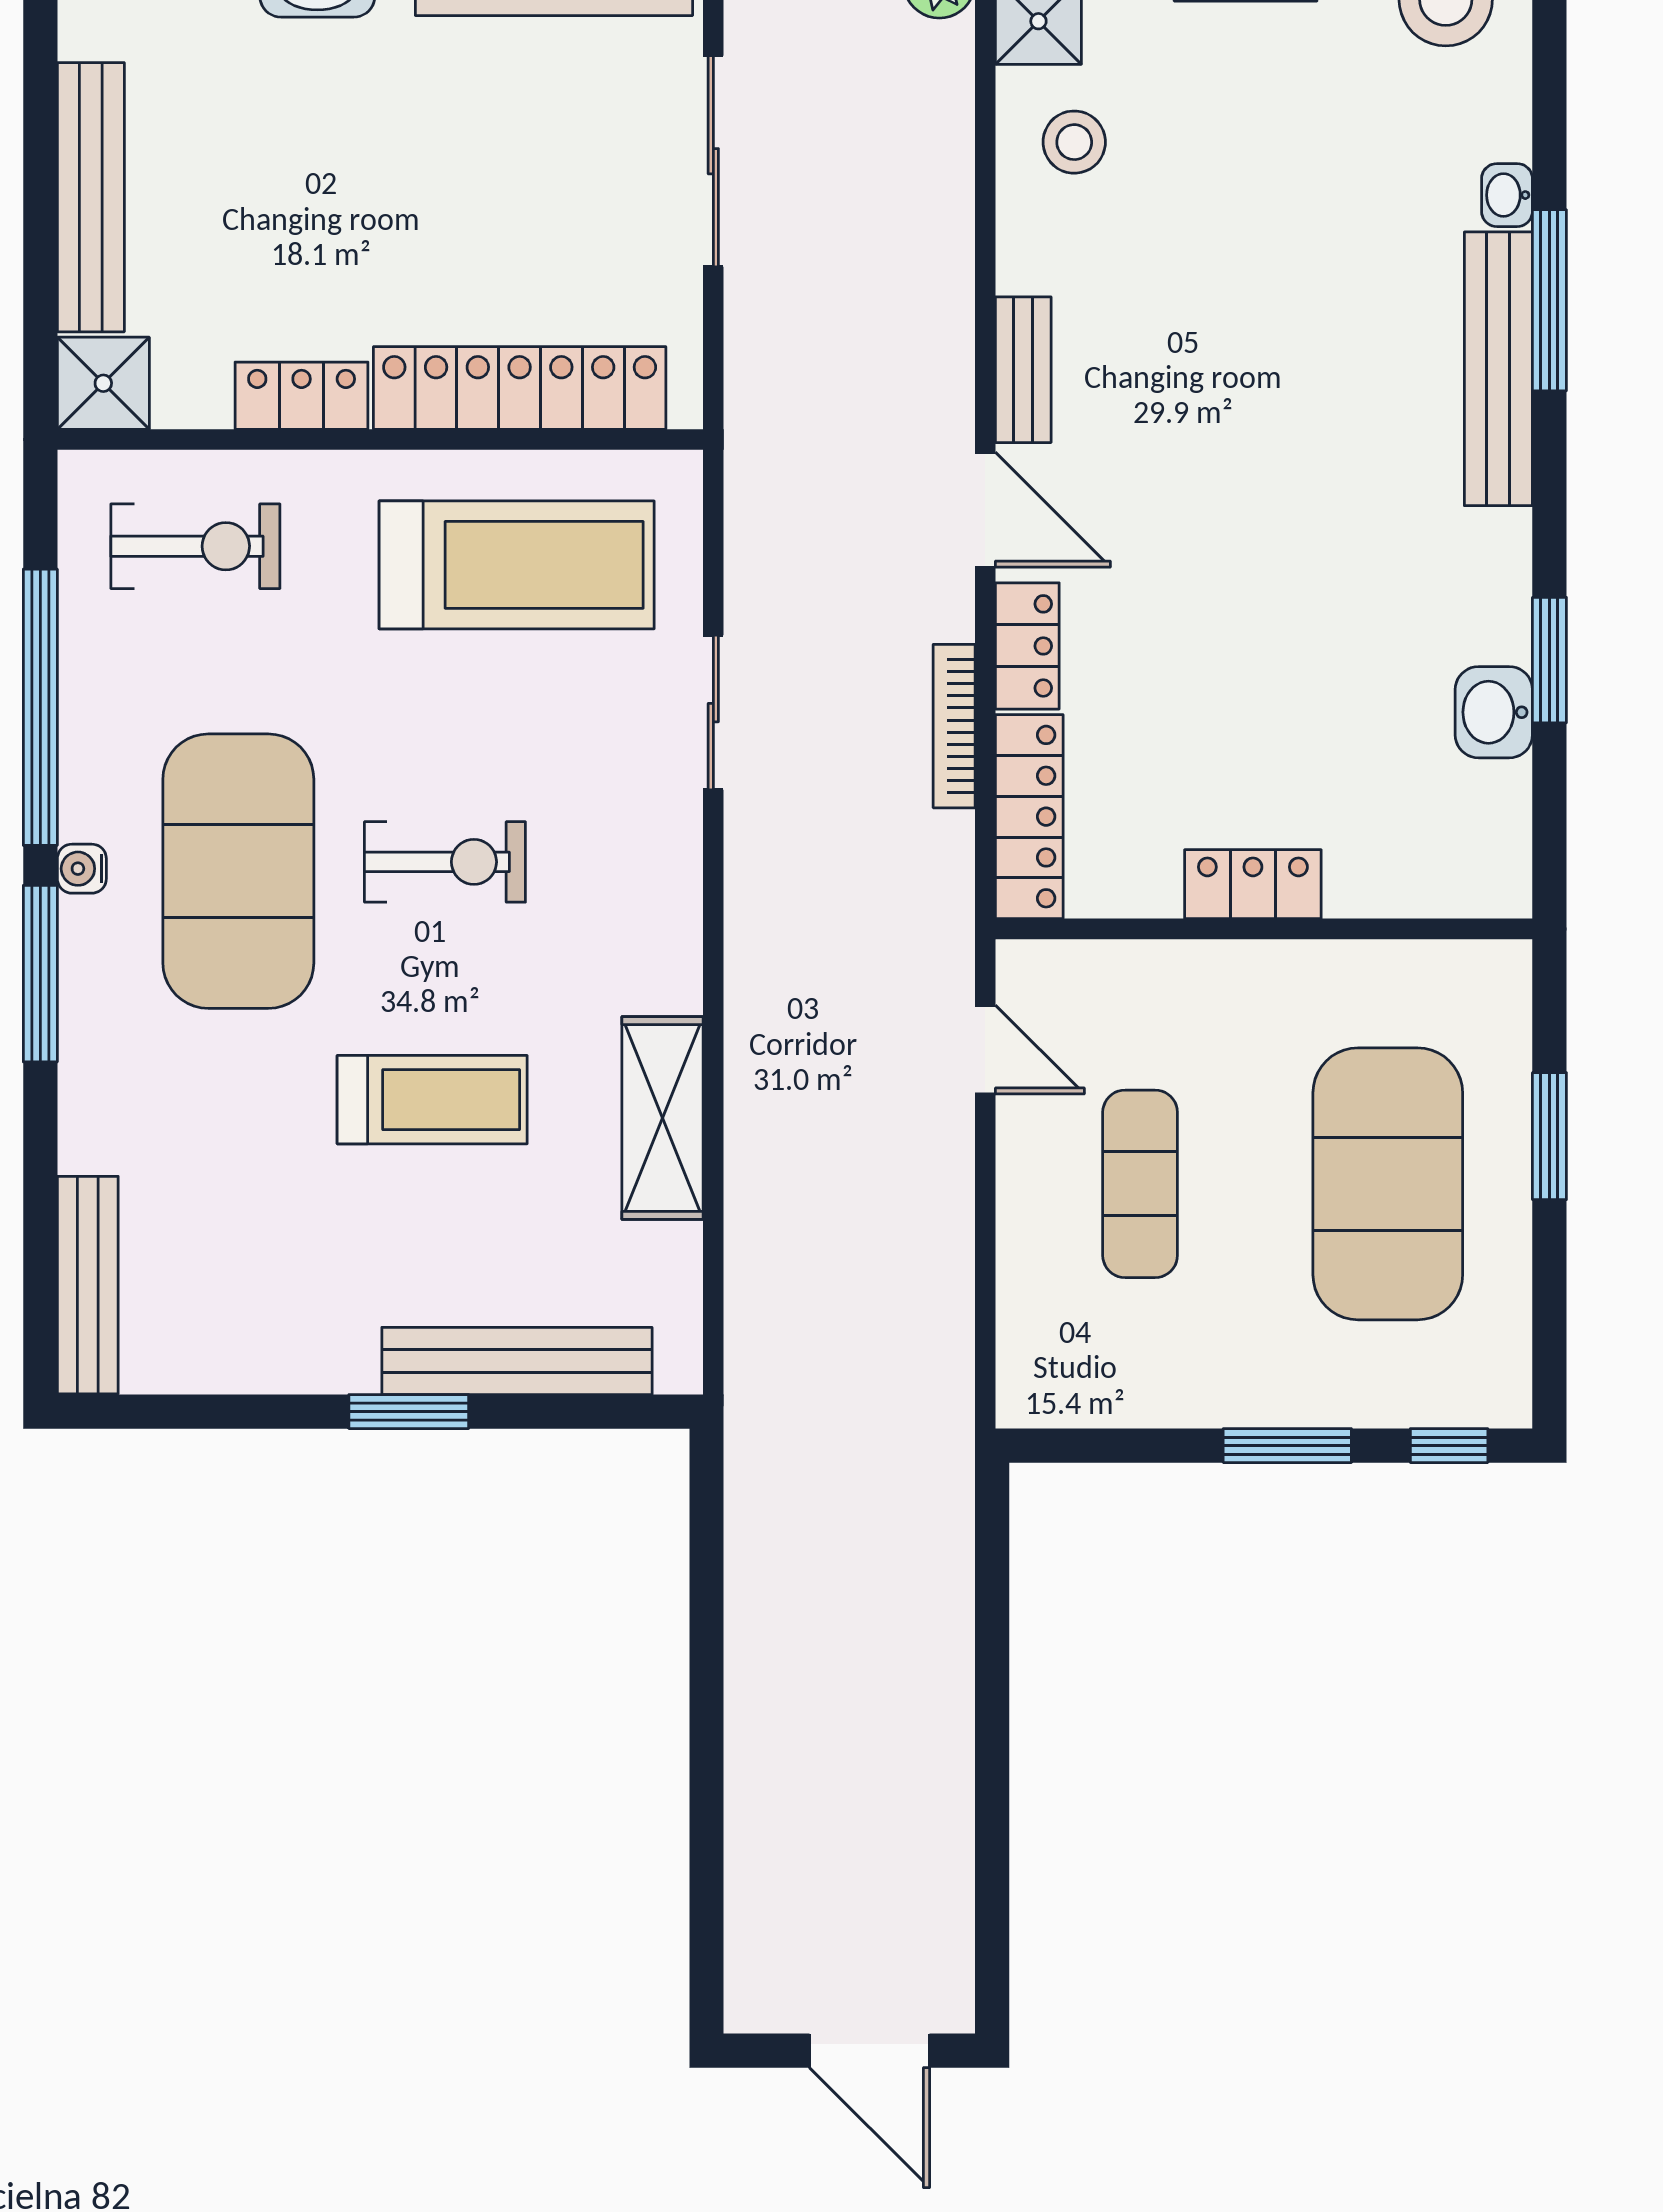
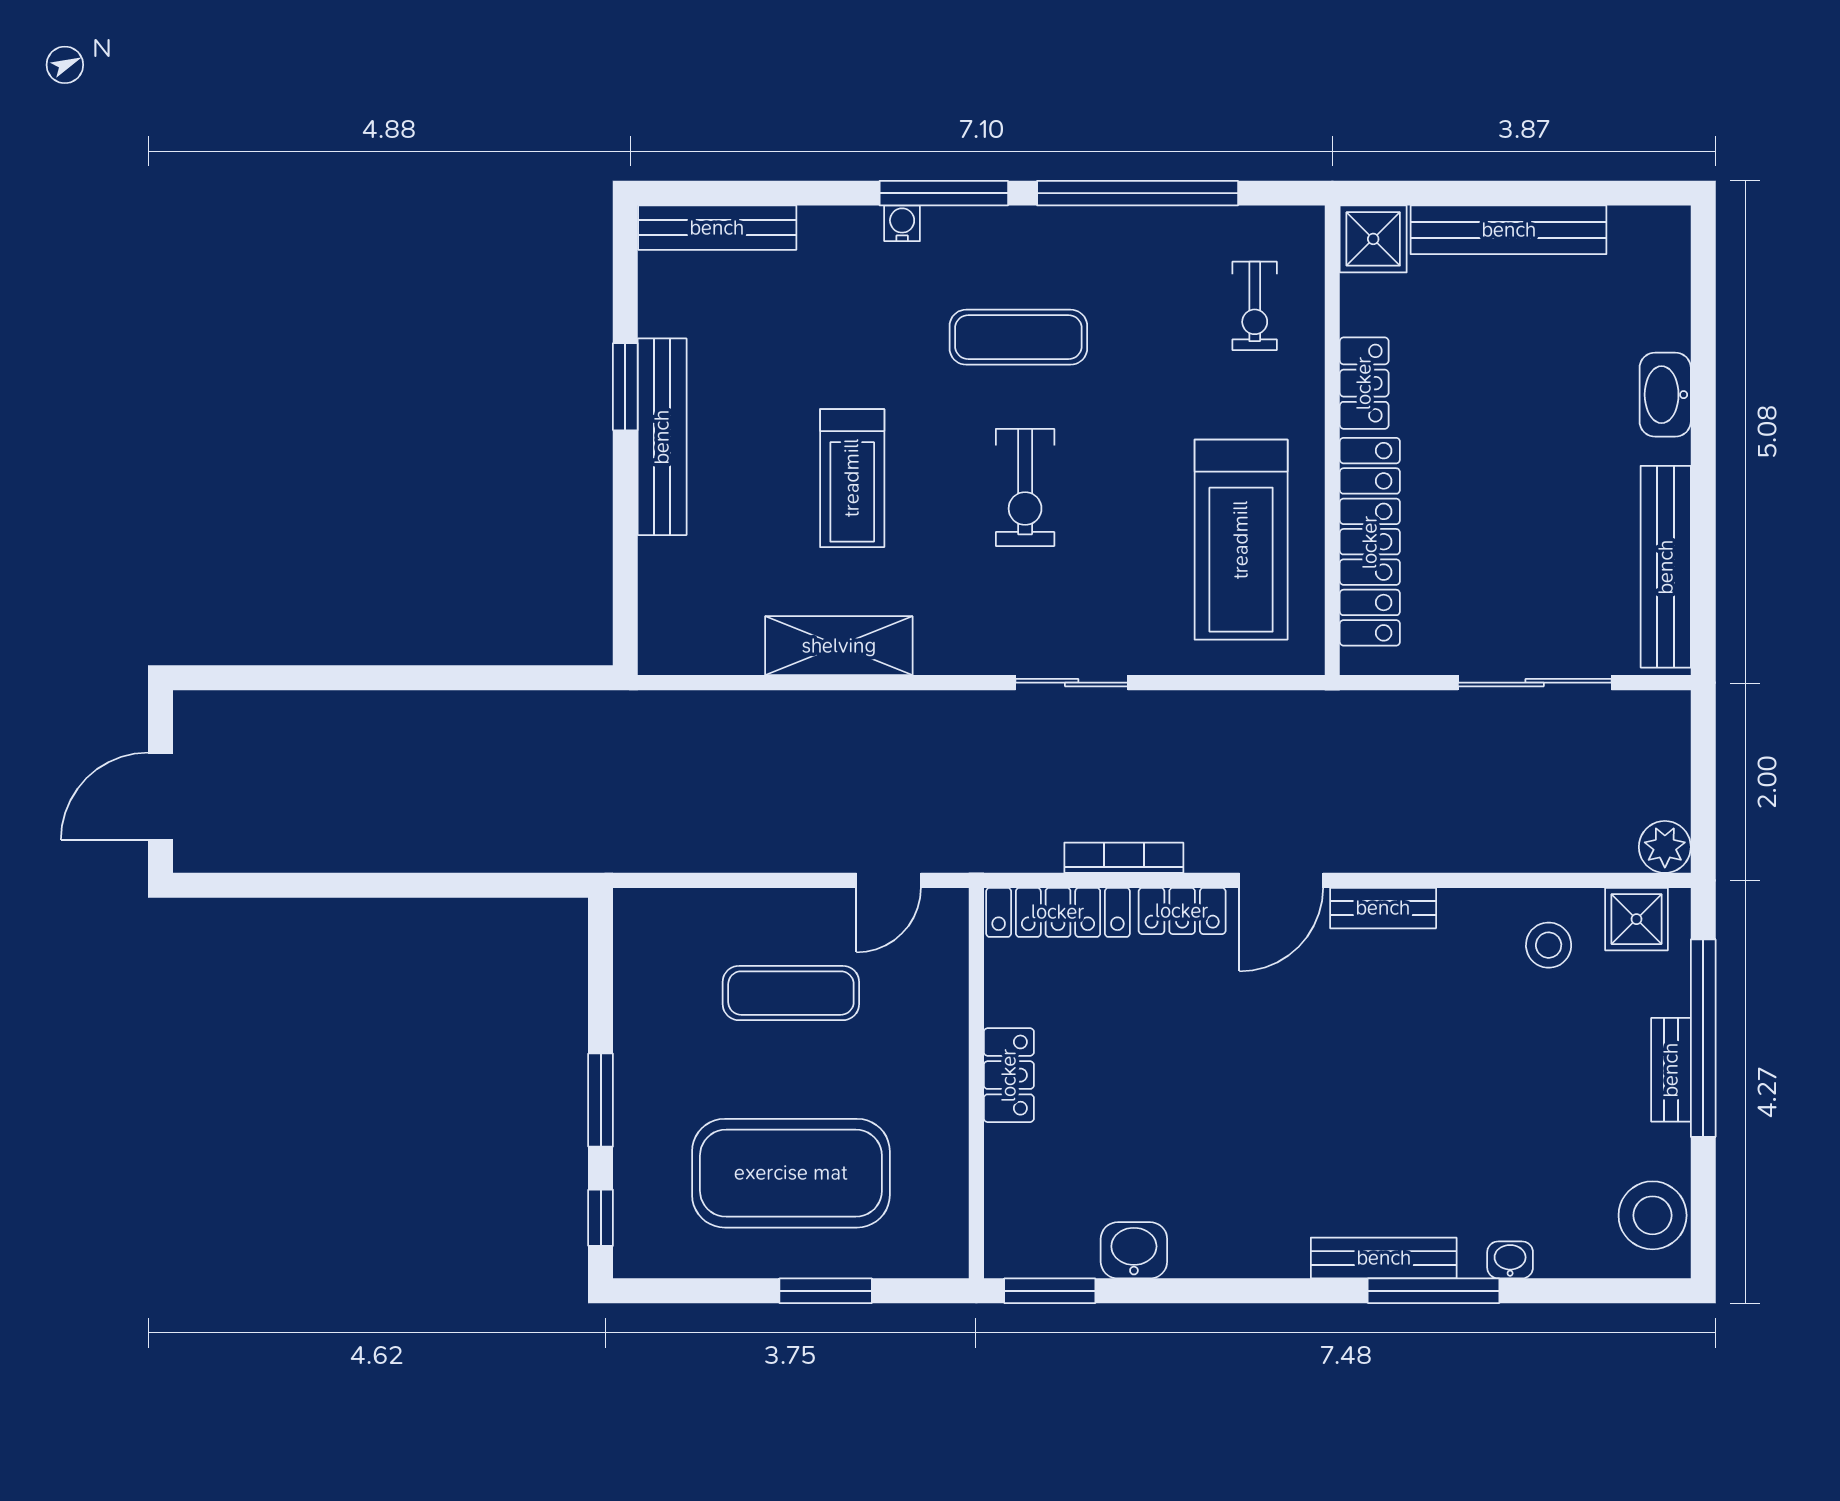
bench: (1498, 369) -> (1384, 1258), width x0.73, depth x0.82
exercise bike: (195, 546) -> (1255, 306), width x0.73, depth x0.72
window: (1549, 660) -> (1050, 1291), moved
sliding door: (713, 713) -> (1072, 683), moved
water cooler: (82, 869) -> (902, 223), moved
exercise mat: (238, 871) -> (1018, 337), width x0.50, depth x0.69
bench: (517, 1361) -> (662, 437), moved
window: (409, 1412) -> (625, 387), moved

